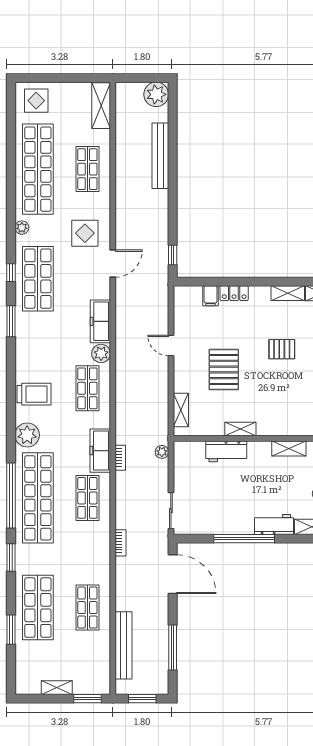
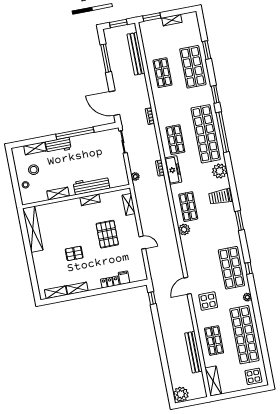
bench: (160, 156) -> (194, 352), moved
window: (11, 321) -> (239, 221), moved
freezer: (100, 321) -> (188, 249), removed
workbench: (226, 451) -> (91, 185), width x1.38

